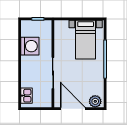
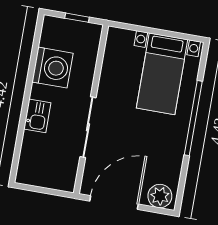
kitchen sink: (26, 96) -> (37, 116), moved
door: (73, 109) -> (114, 203), hinge flipped

